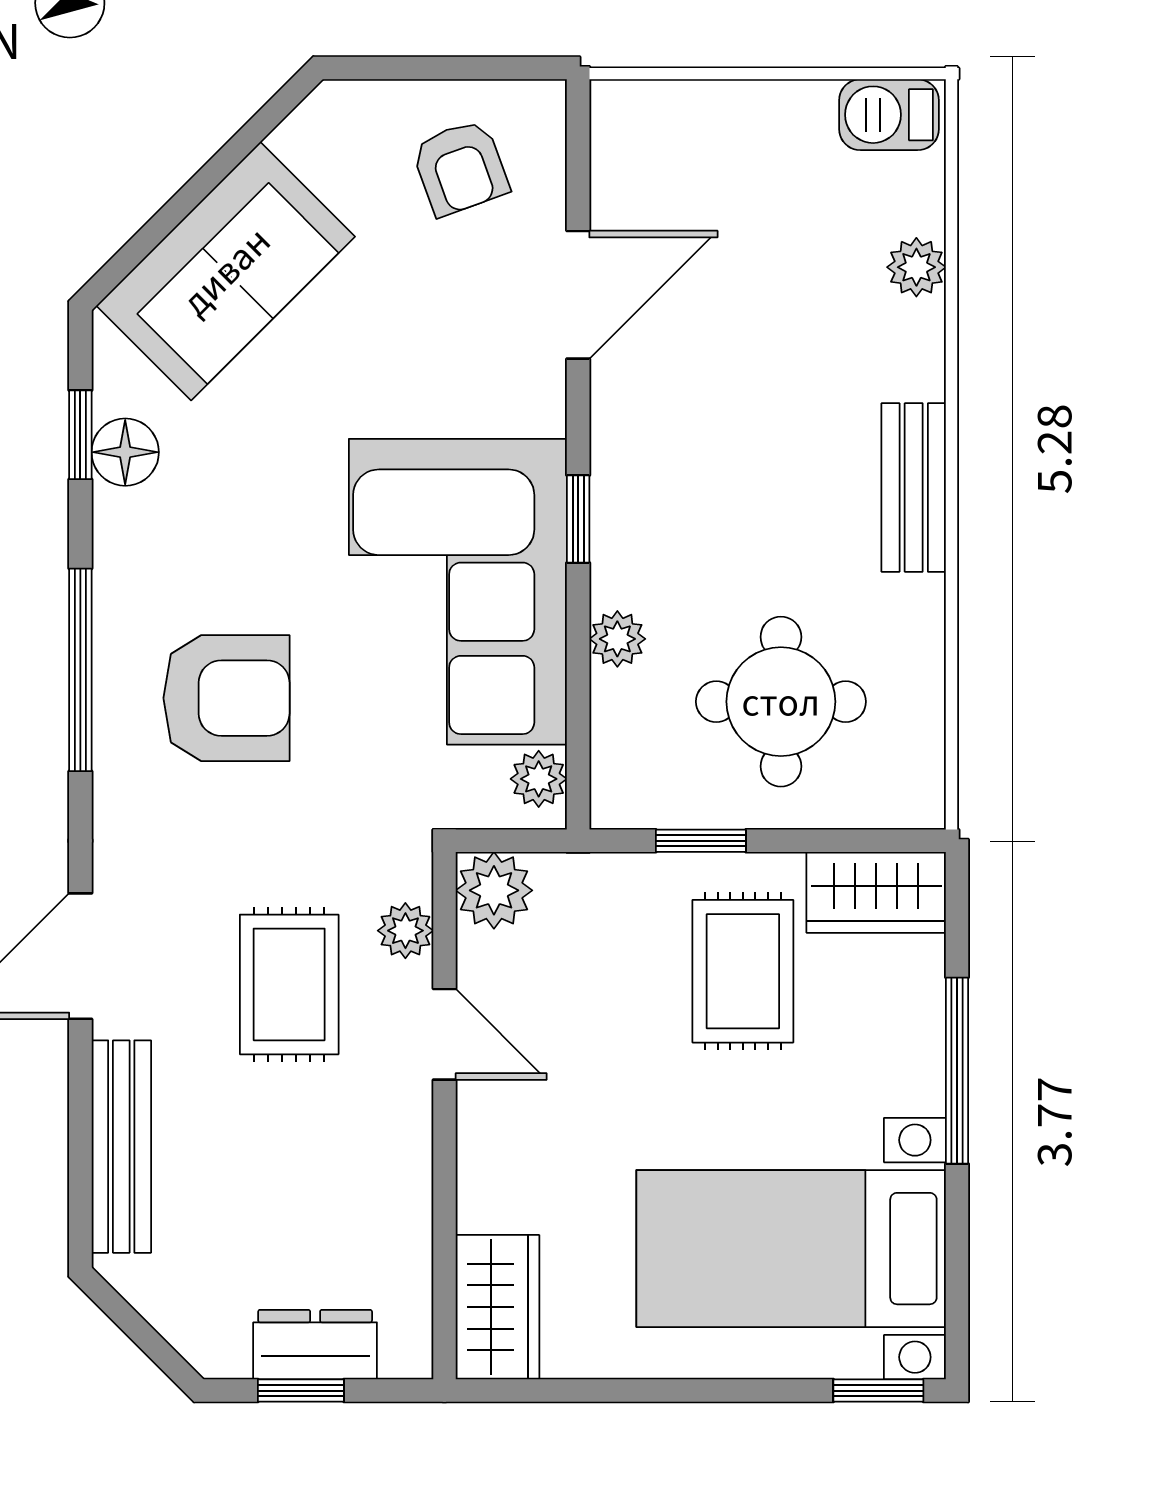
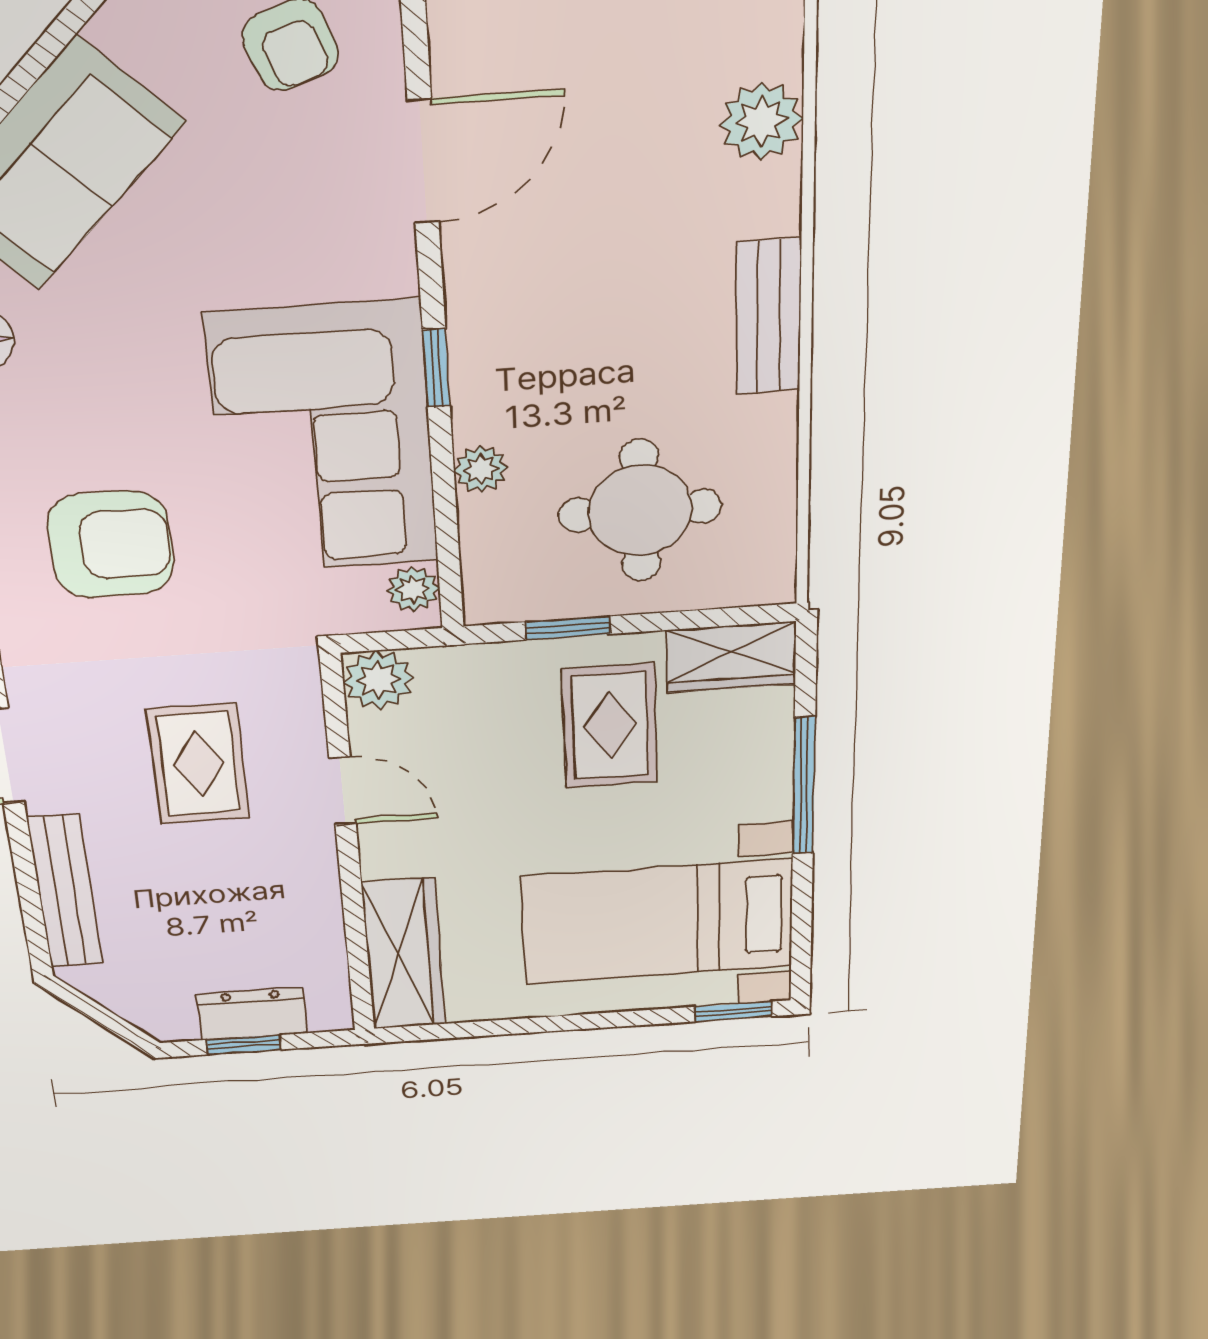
plant: (916, 267) -> (761, 121), width x1.38, depth x1.38
plant: (405, 931) -> (300, 716), removed
wardrobe: (497, 1307) -> (404, 954), width x1.50

